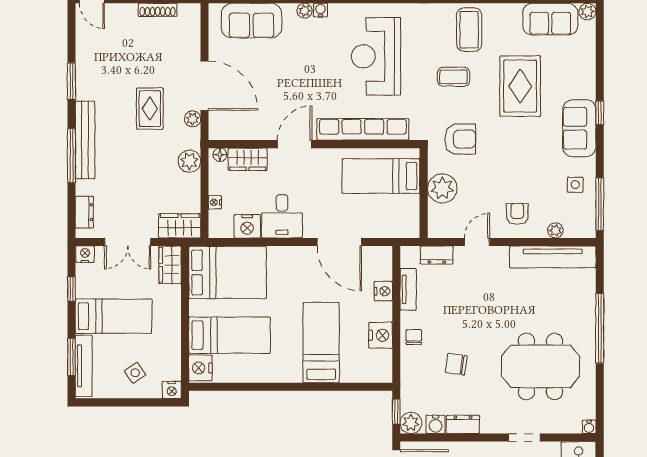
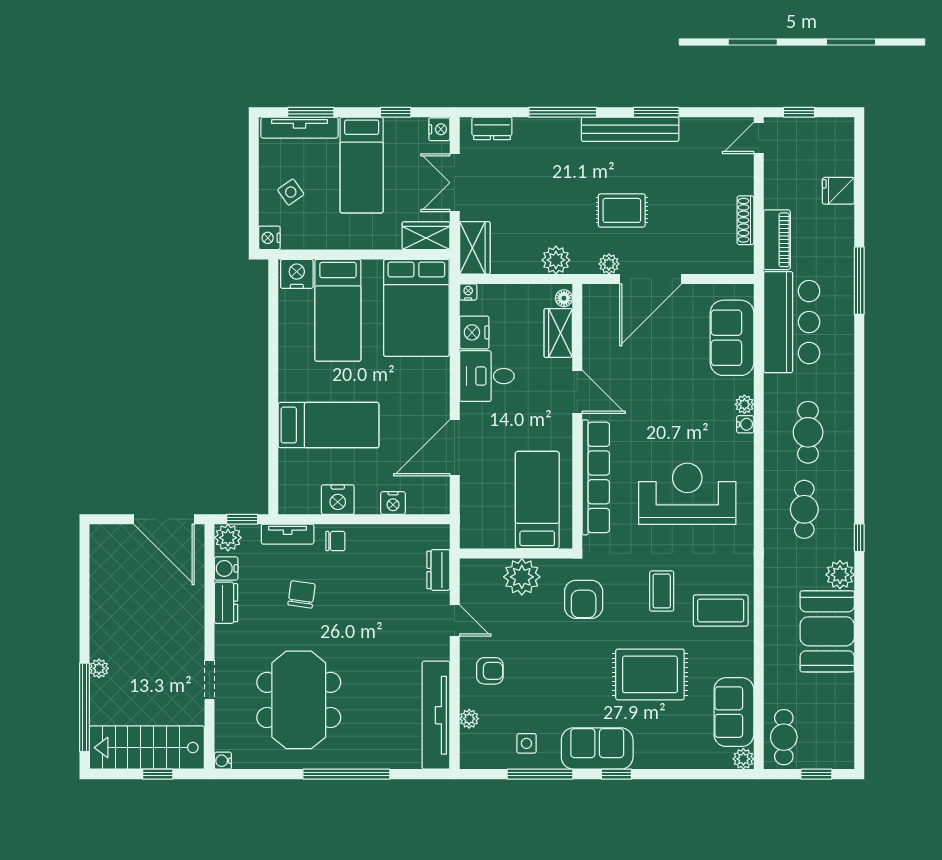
bench: (85, 140) -> (630, 129), moved
nightstand: (215, 202) -> (468, 292), moved
window: (600, 204) -> (540, 774), moved
tv unit: (408, 289) -> (288, 534), moved

